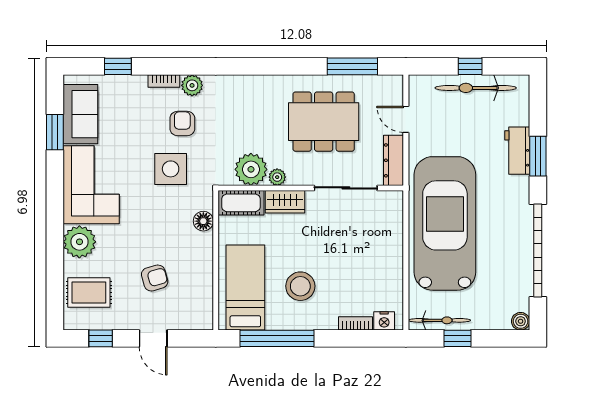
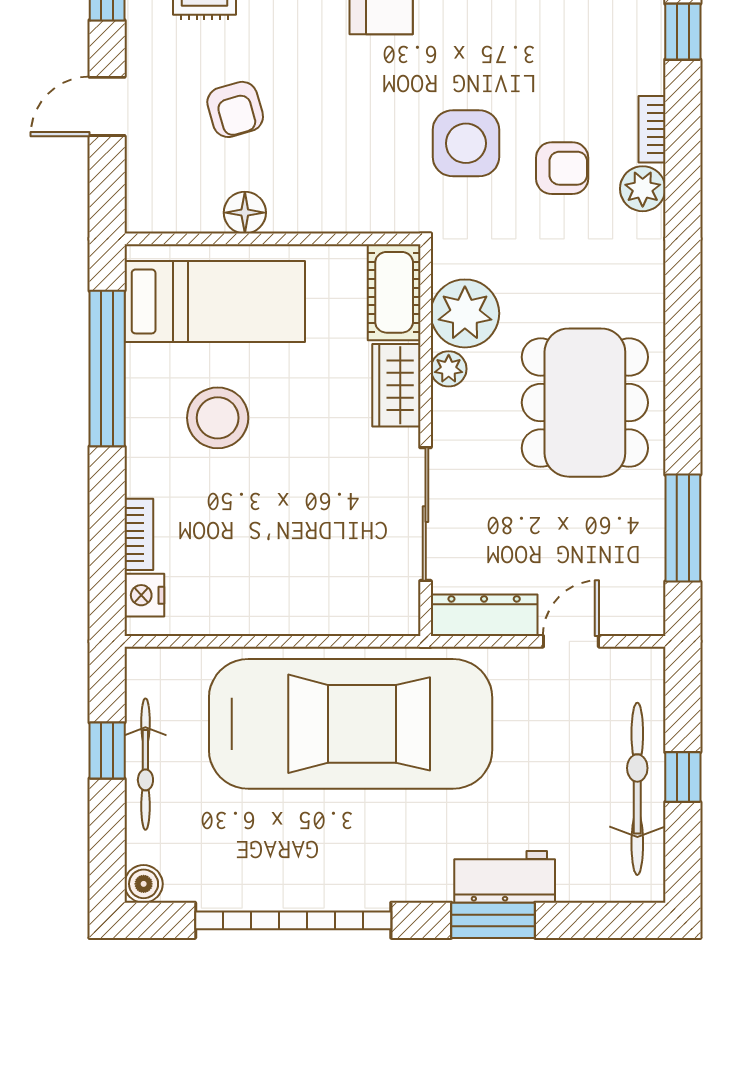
dining table: (324, 122) -> (585, 403), moved
floor lamp: (203, 221) -> (245, 213), moved
bicycle: (439, 320) -> (145, 764), moved

